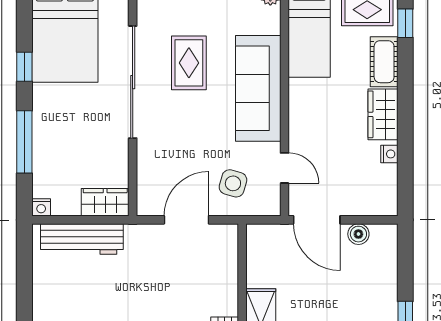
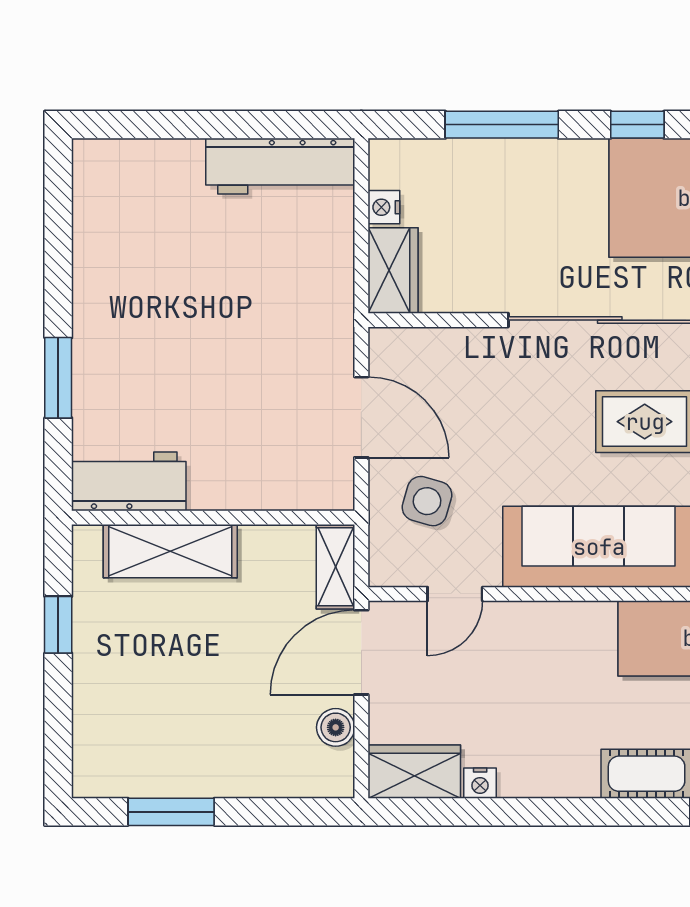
wardrobe: (383, 114) -> (414, 772), moved
nightstand: (41, 207) -> (384, 207), moved
shelving: (269, 234) -> (336, 567), added
workbench: (82, 239) -> (280, 166), moved, turned -90

